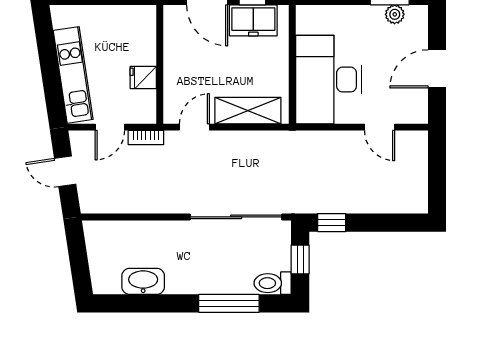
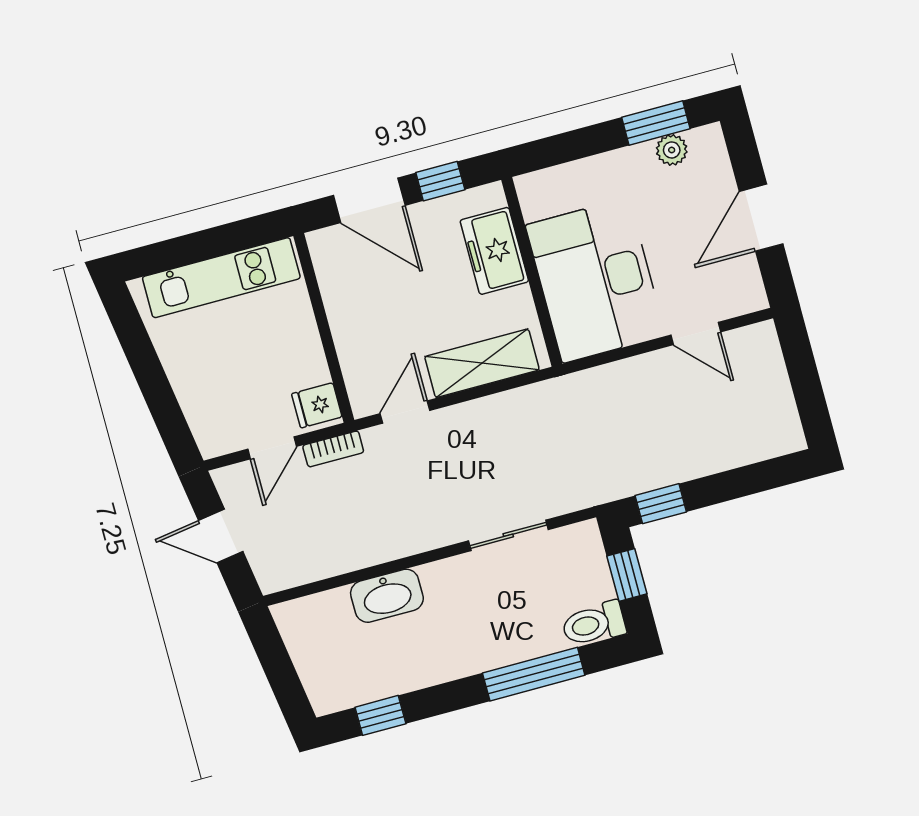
freezer: (253, 20) -> (494, 251), moved, turned 90
kitchen unit: (73, 75) -> (221, 278), moved, turned 99
fridge: (143, 78) -> (317, 405), moved
sliding door: (236, 217) -> (508, 535), width x0.54
washbasin: (143, 281) -> (387, 596), moved, turned 180
window: (131, 303) -> (380, 715), added

